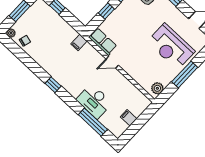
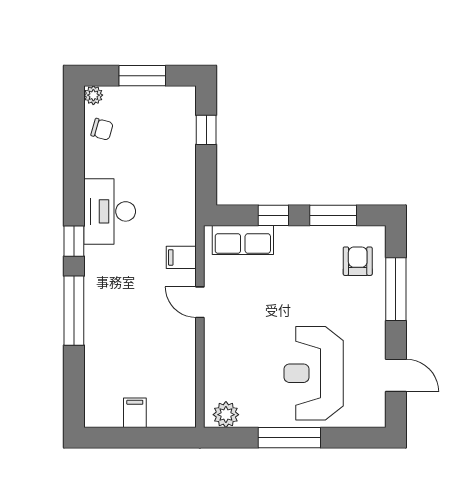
filing cabinet: (79, 42) -> (181, 257), moved
row of seats: (103, 42) -> (243, 240), moved, turned 90
desk: (94, 101) -> (110, 211), moved
window: (93, 122) -> (74, 311), moved

